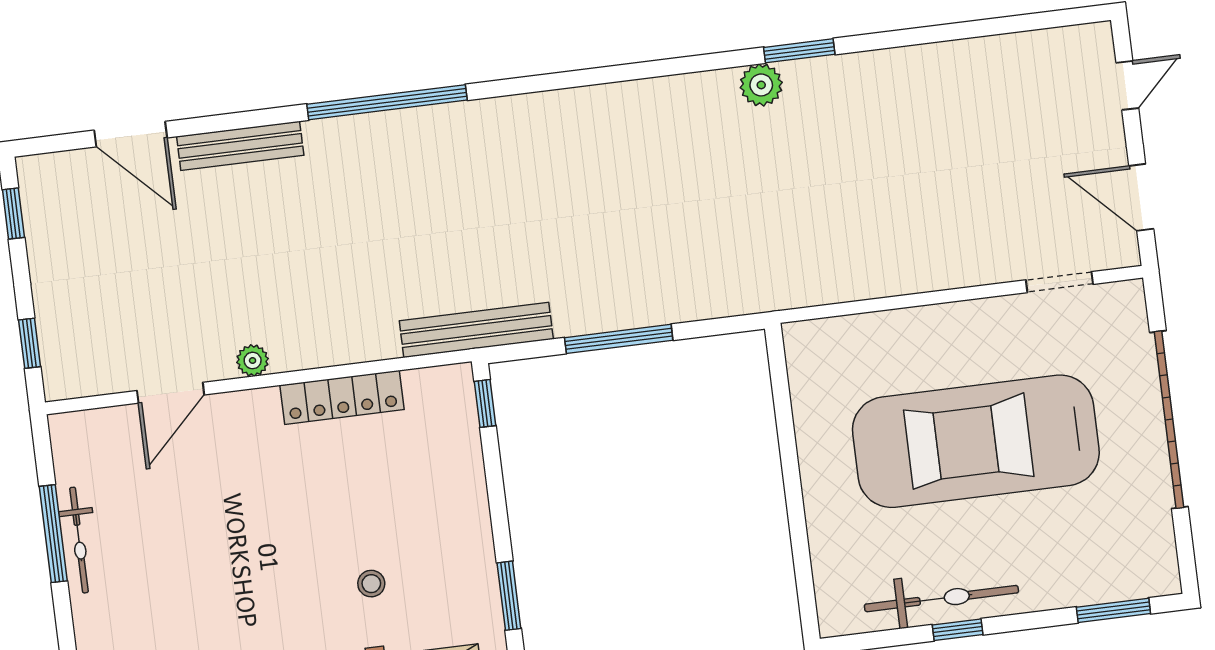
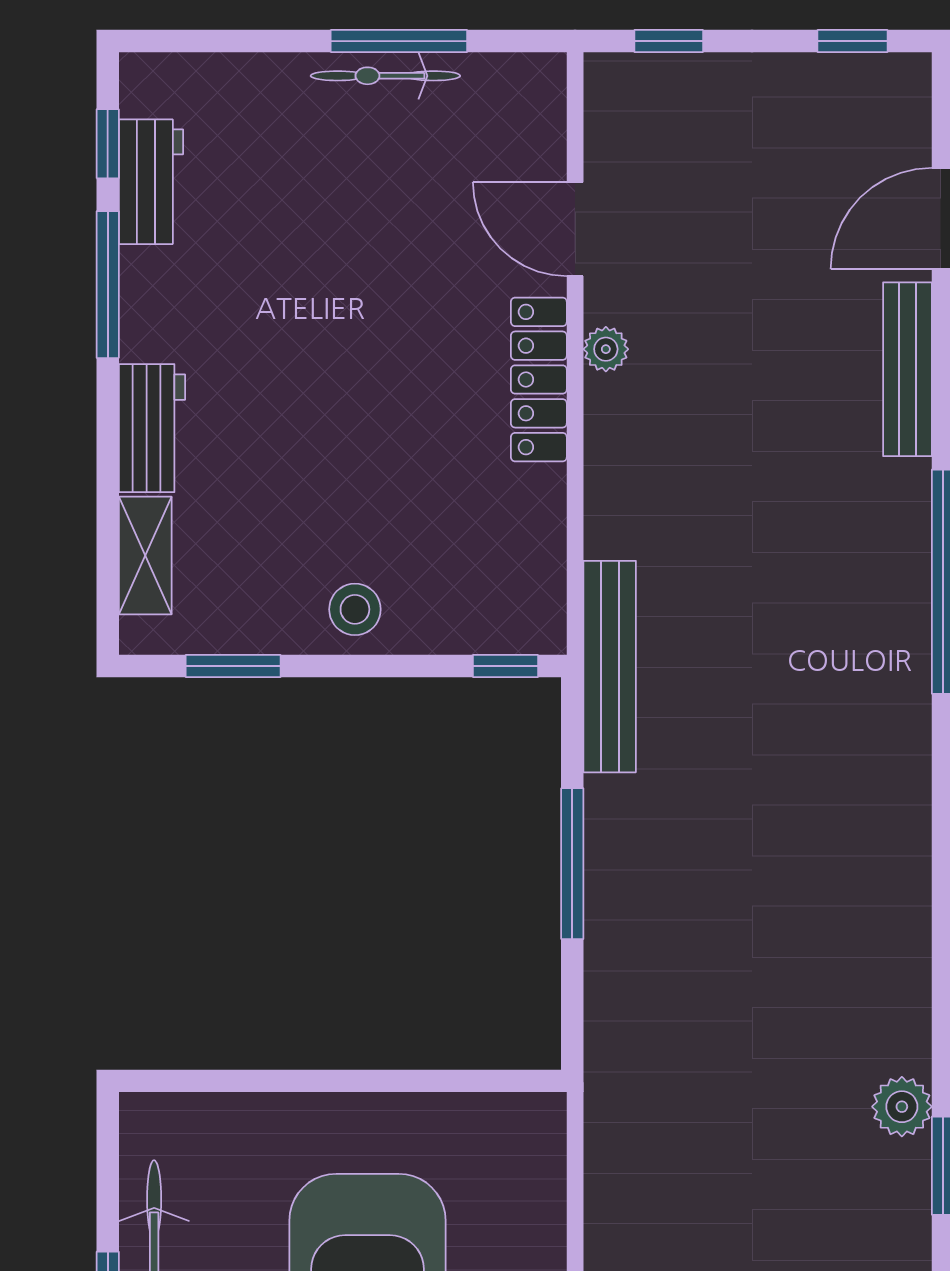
locker: (342, 397) -> (539, 379), moved
stool: (371, 584) -> (355, 609), moved, width x1.37, depth x1.37

